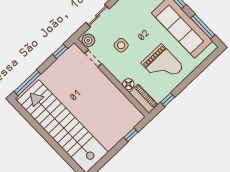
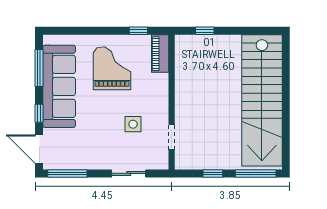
plant: (88, 40) -> (160, 159), removed
window: (60, 51) -> (213, 173), moved
floor lamp: (128, 84) -> (161, 81), removed

